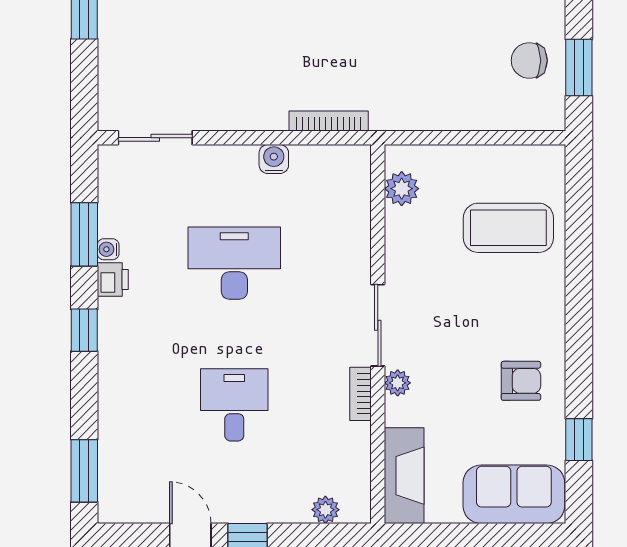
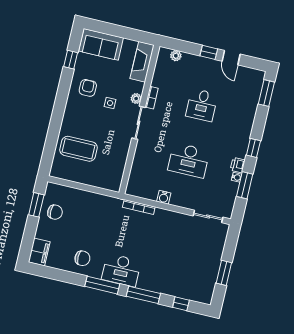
plant: (402, 189) -> (117, 174), removed
side table: (458, 357) -> (110, 103), added
armchair: (521, 381) -> (88, 88), turned 90

